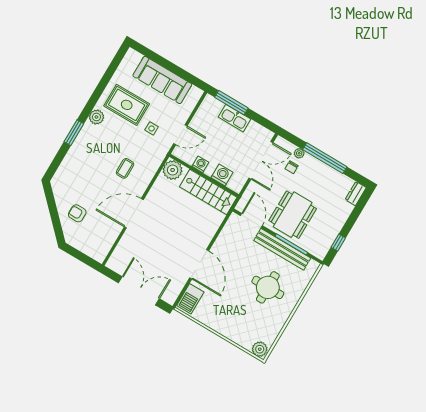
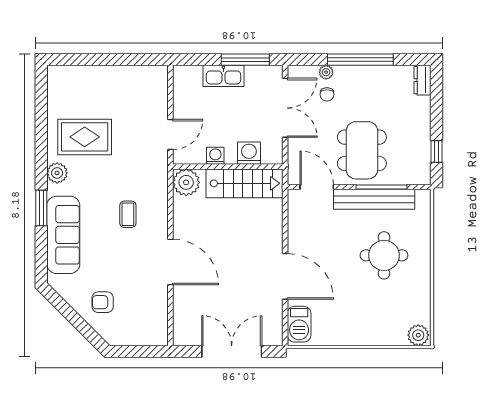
sofa: (162, 80) -> (63, 235), moved, turned -90
window: (231, 103) -> (245, 60), moved
side table: (152, 128) -> (131, 147), removed
door: (134, 213) -> (170, 262), swing flipped

